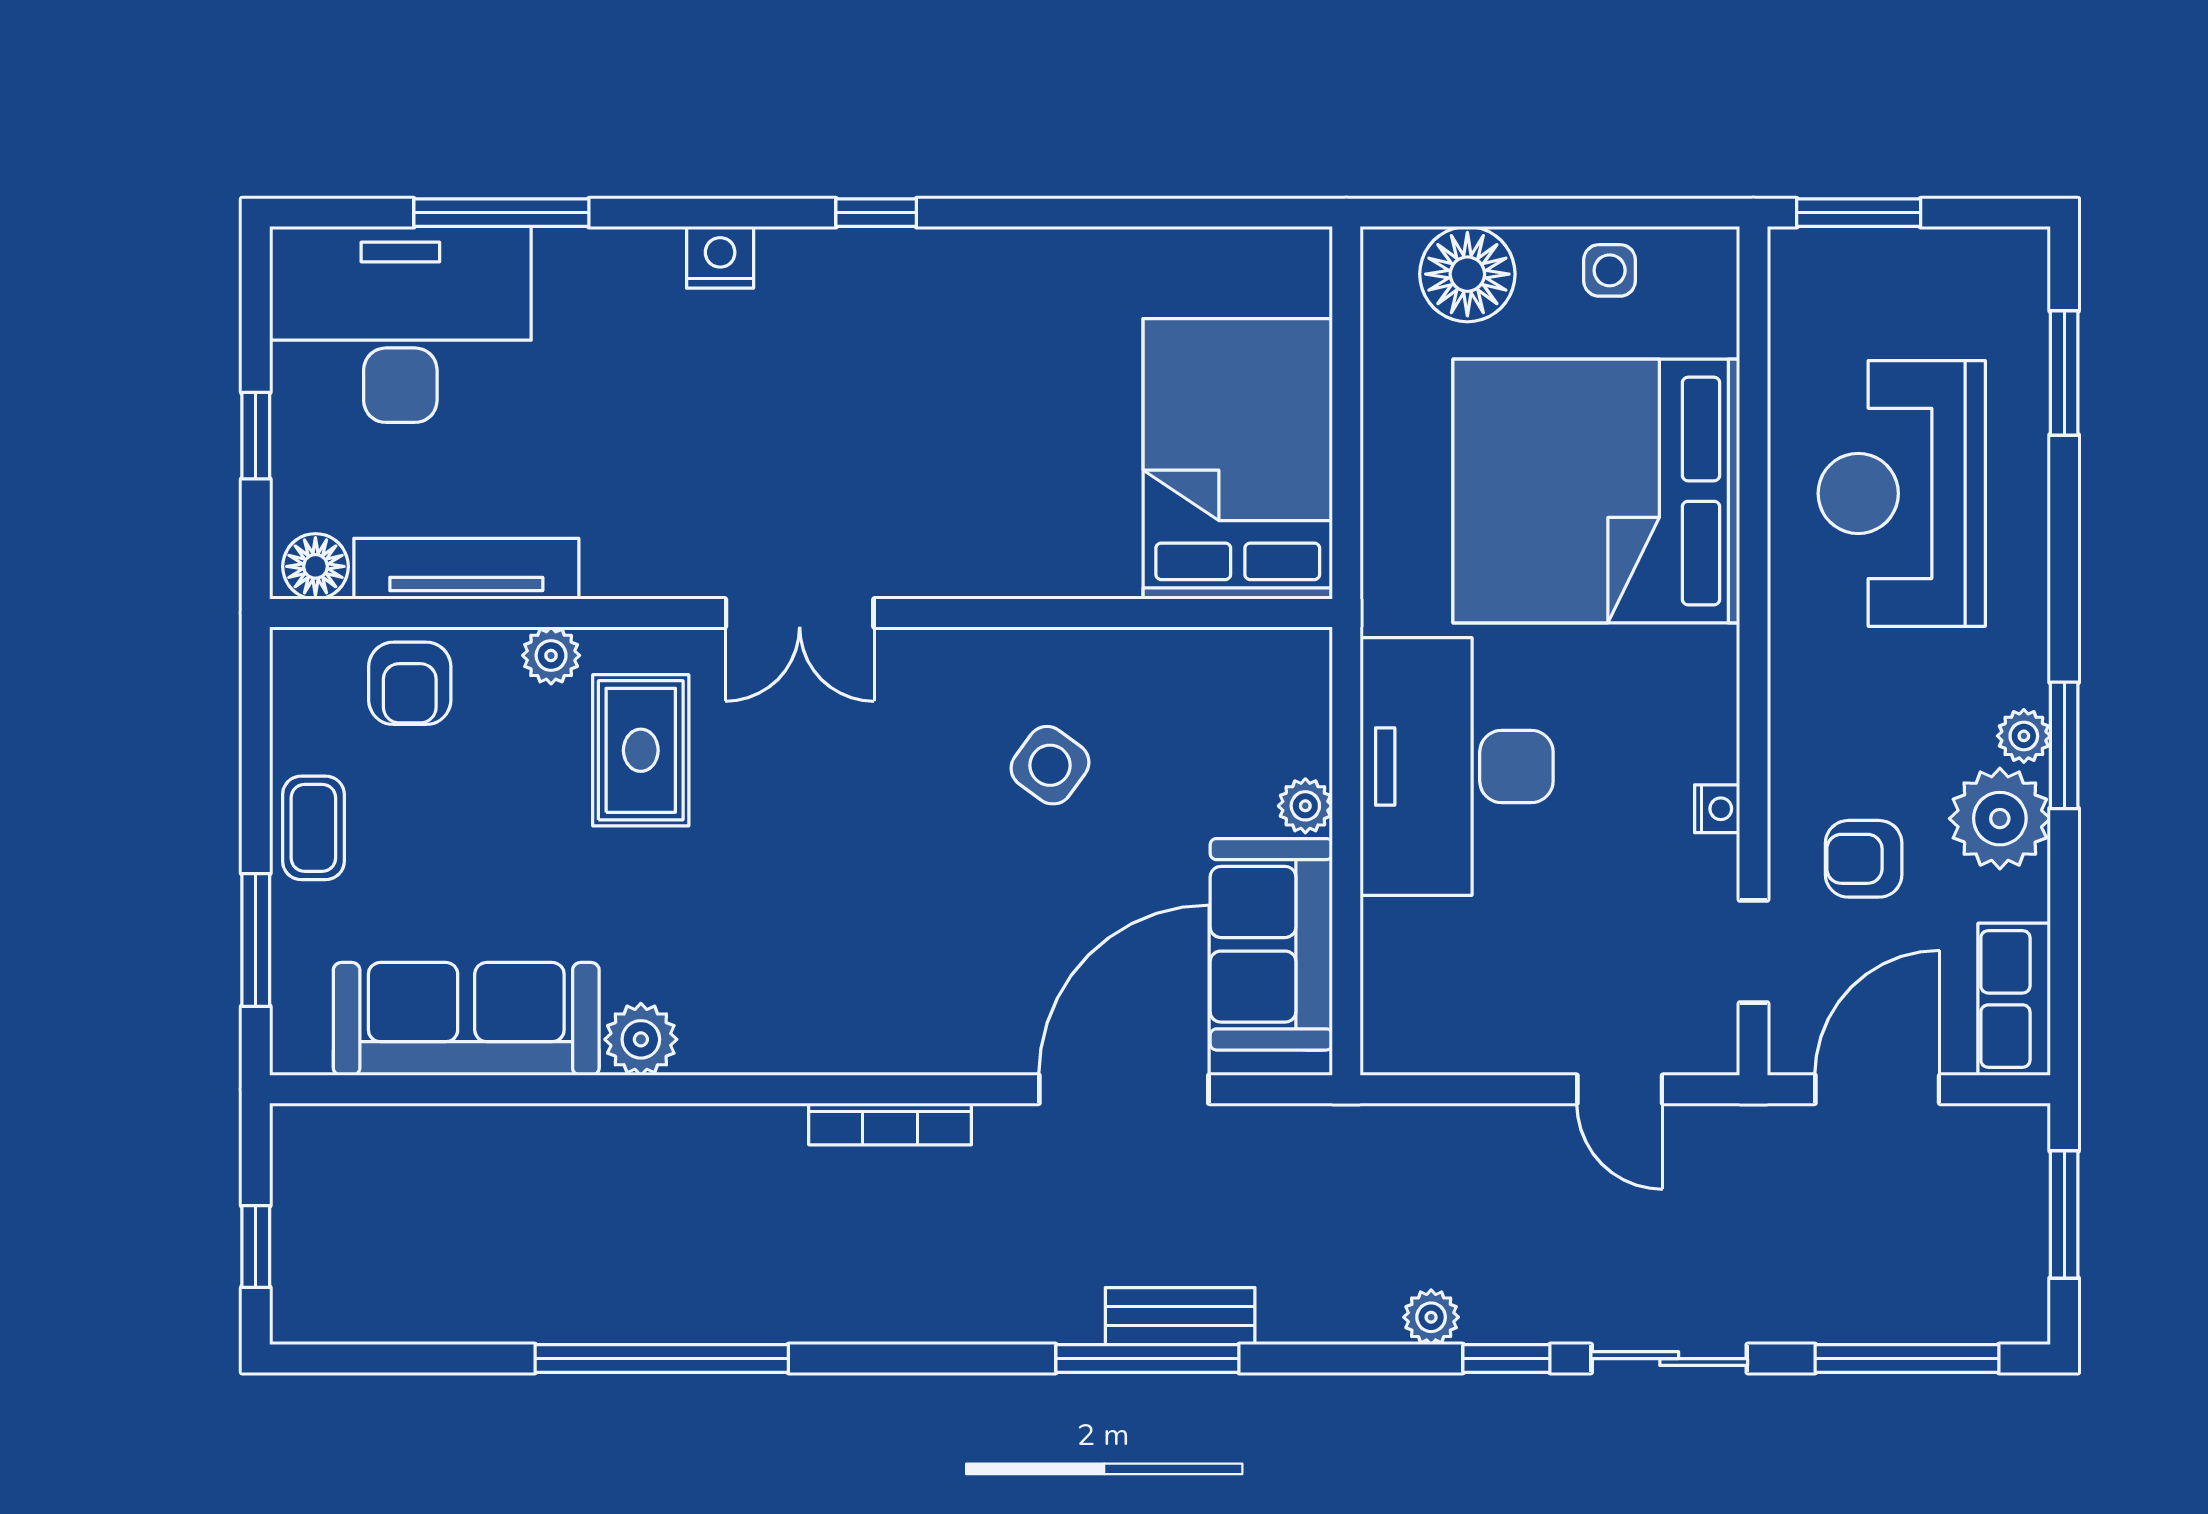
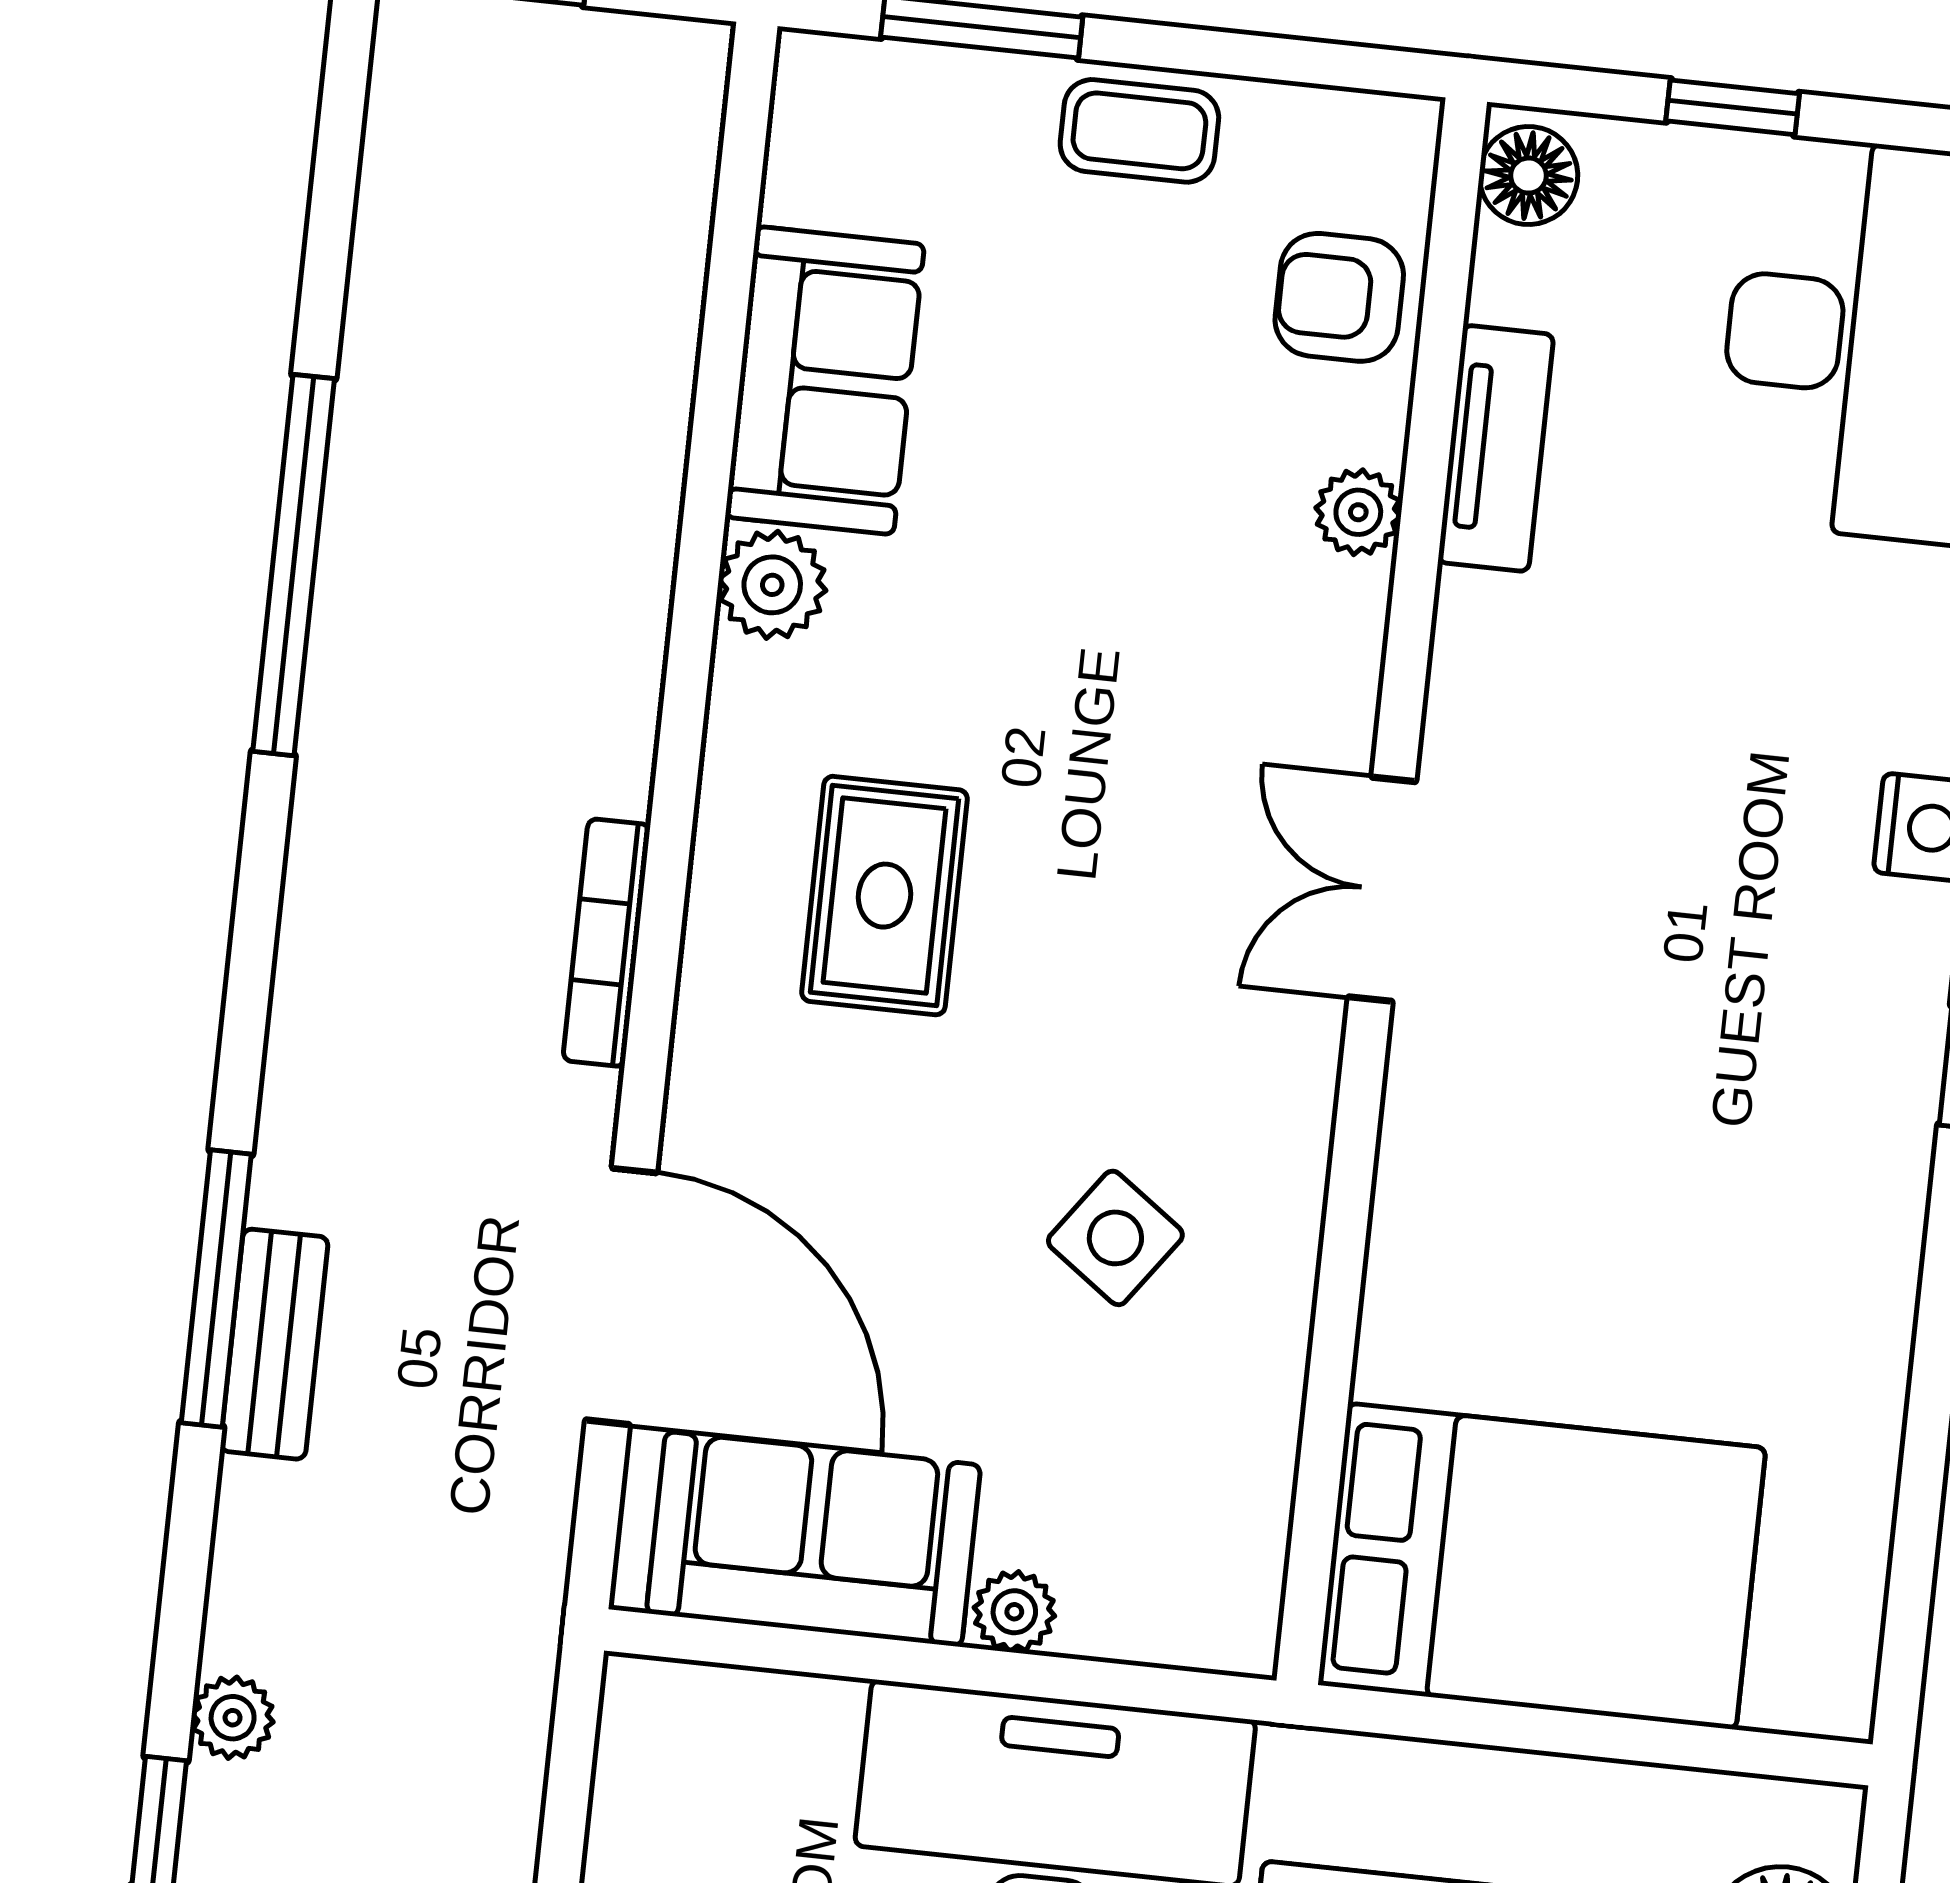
tv unit: (466, 569) -> (1496, 448), width x0.71
rug: (641, 750) -> (885, 896), moved, turned 90
sofa: (466, 1019) -> (825, 381), width x0.73

